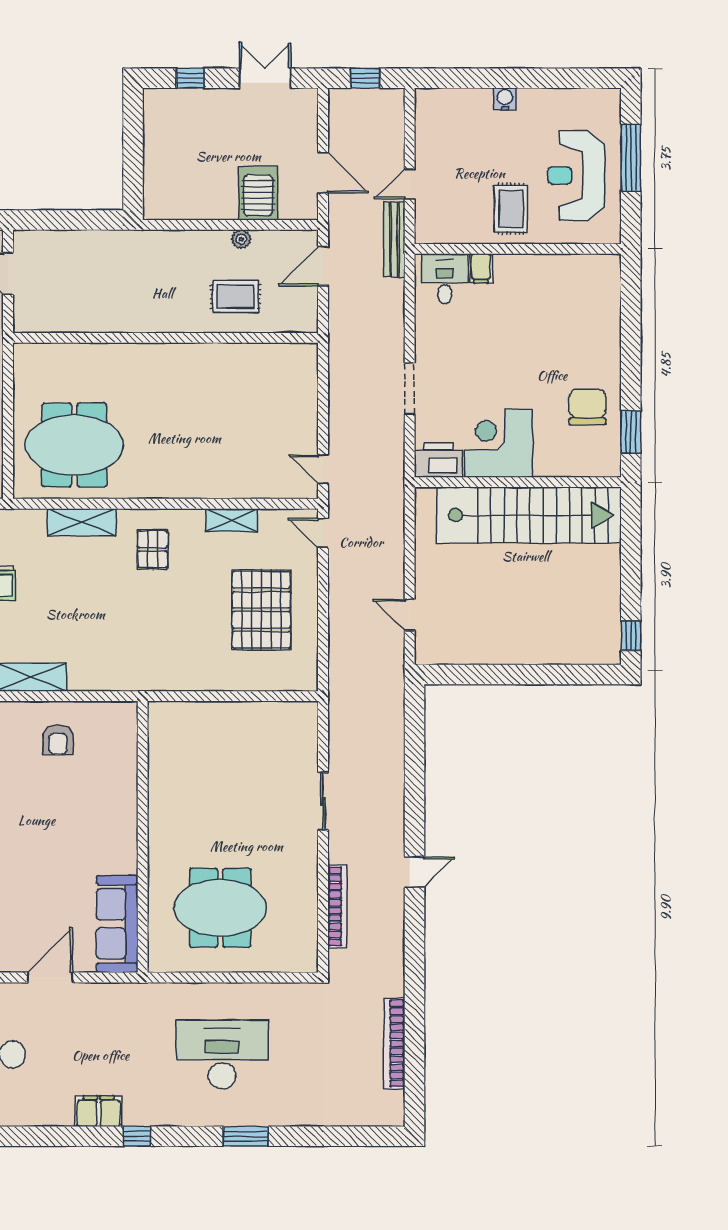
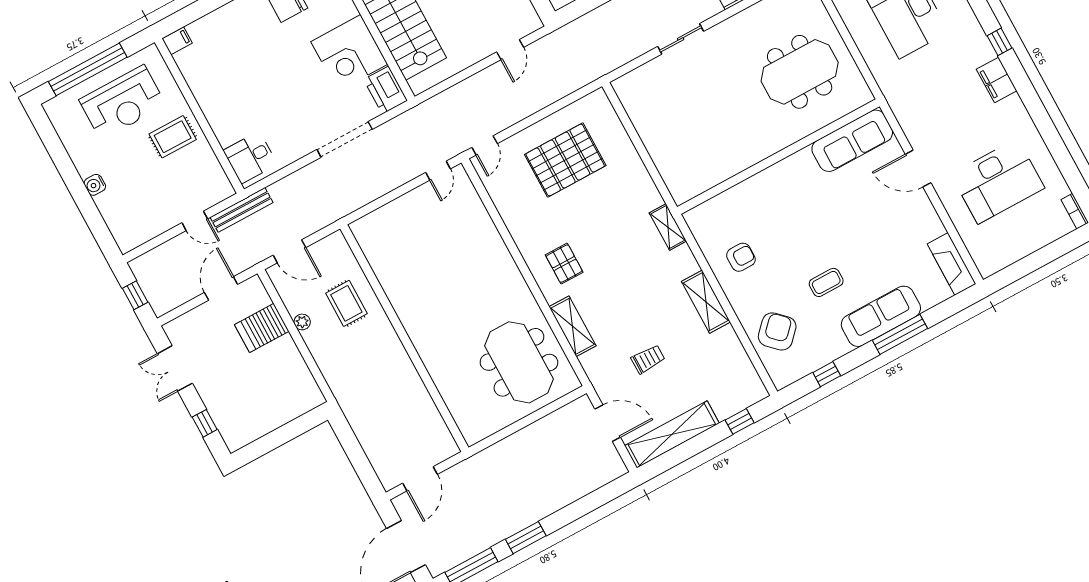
window: (631, 158) -> (88, 69), width x1.46
filing cabinet: (481, 268) -> (177, 41), moved
doorway: (410, 389) -> (345, 139), width x1.36
shelving: (232, 520) -> (668, 227), moved
pallet: (153, 549) -> (564, 264), turned 90
meeting table: (220, 908) -> (800, 72), turned 90

